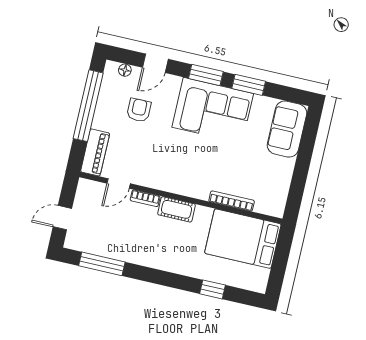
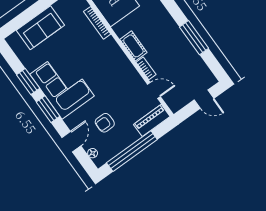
door: (155, 63) -> (71, 142), hinge flipped
sofa: (287, 129) -> (40, 28), moved
window: (102, 264) -> (194, 38), moved

